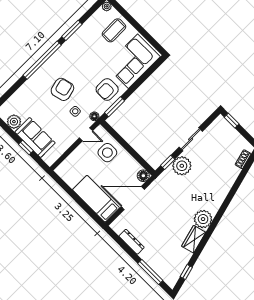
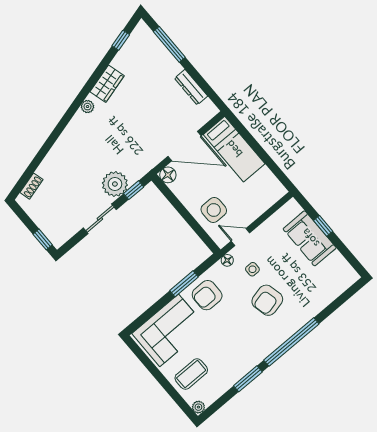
armchair: (107, 89) -> (207, 295), turned 180
window: (114, 107) -> (184, 284), moved
plant: (14, 122) -> (336, 262), removed
plant: (203, 219) -> (87, 107), width x0.53, depth x0.53

